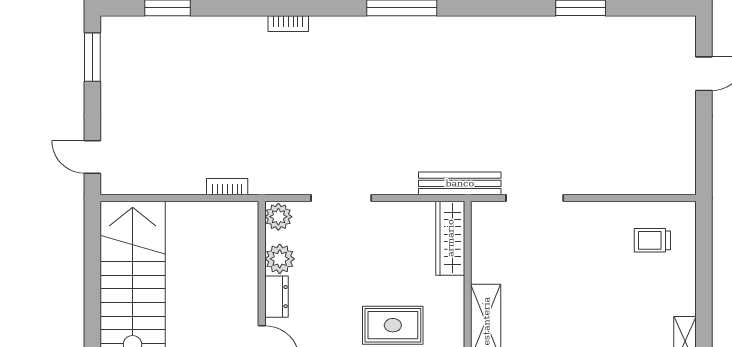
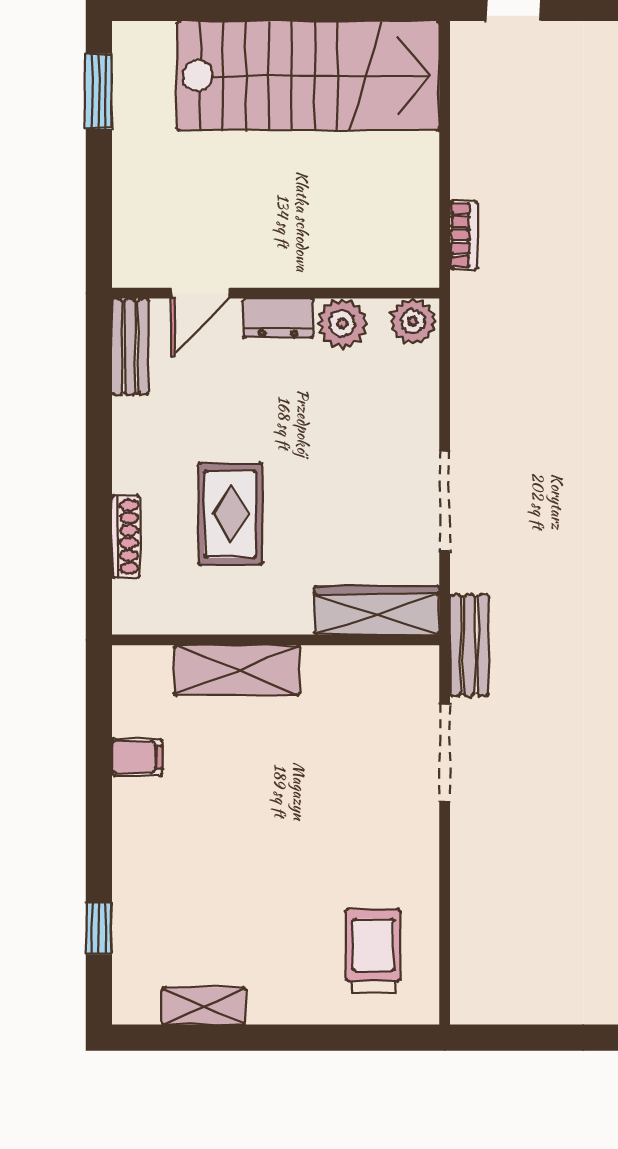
bench: (460, 183) -> (469, 645), width x0.73
doorway: (341, 198) -> (445, 501), moved
trolley: (652, 240) -> (373, 951), width x1.36, depth x1.39

